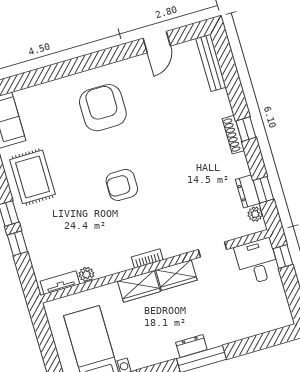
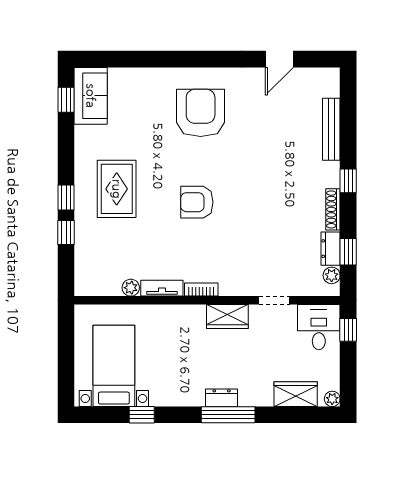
bench: (211, 63) -> (331, 129), moved
shoe rack: (233, 135) -> (333, 209), moved
rug: (32, 177) -> (117, 189), moved
tv unit: (60, 283) -> (162, 288), moved
wardrobe: (139, 286) -> (296, 394), moved, turned 180
plant: (286, 319) -> (332, 399), added

